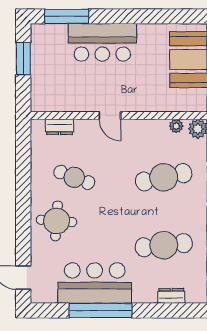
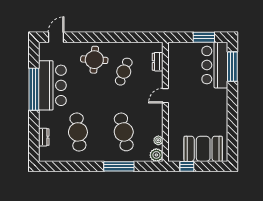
bar counter: (102, 42) -> (215, 65), moved

